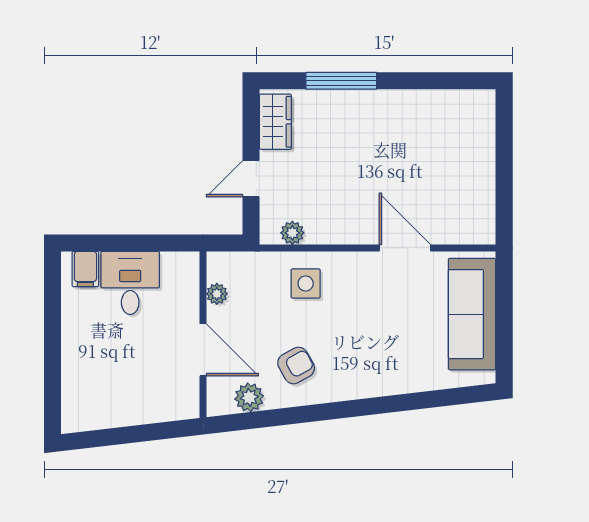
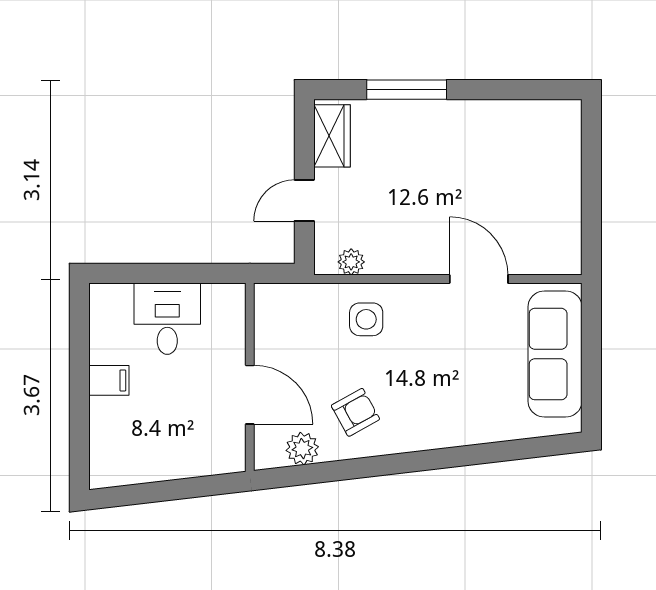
filing cabinet: (85, 269) -> (109, 380), moved, turned -90
plant: (217, 294) -> (266, 331), removed

